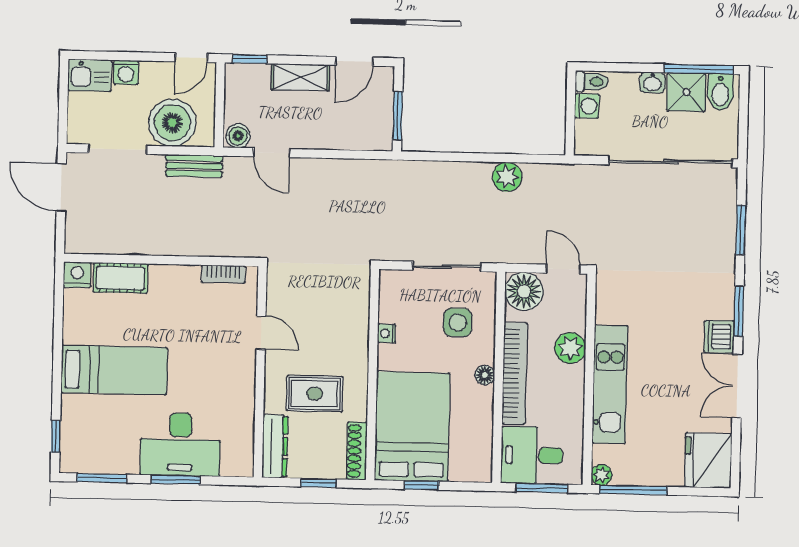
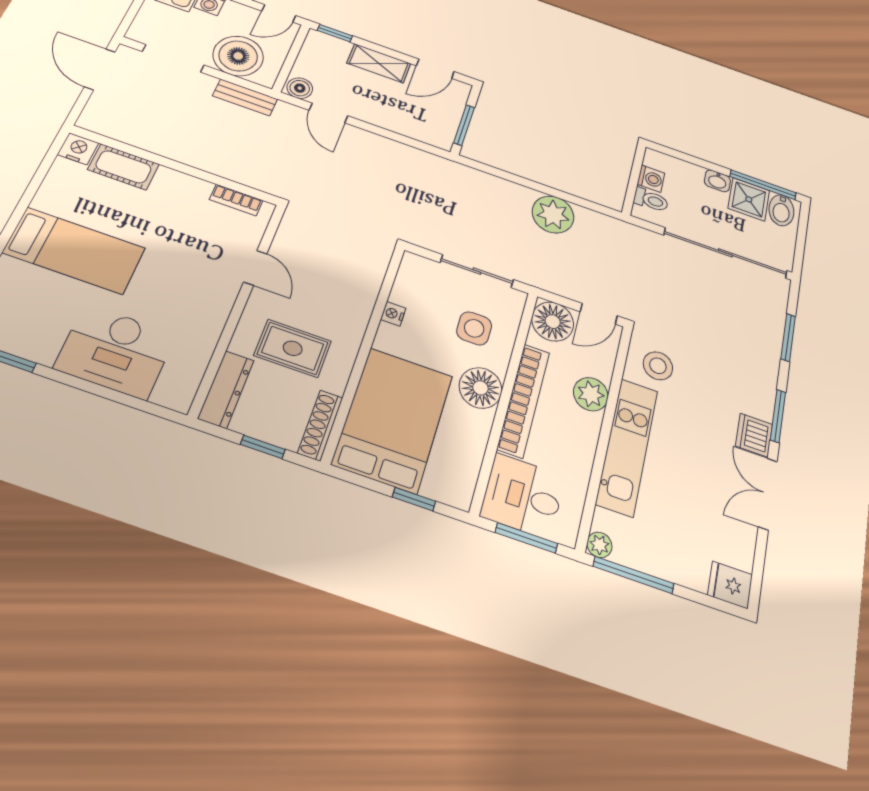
toilet: (592, 82) -> (651, 200), moved
plant: (507, 177) -> (553, 214), width x1.36, depth x1.36
door: (563, 269) -> (599, 314), swing flipped
stool: (624, 301) -> (658, 366), added
floor lamp: (485, 375) -> (481, 388), width x1.89, depth x1.89
fridge: (708, 460) -> (730, 585), width x0.53, depth x0.75
window: (176, 480) -> (93, 388), removed
window: (421, 485) -> (414, 499), moved

